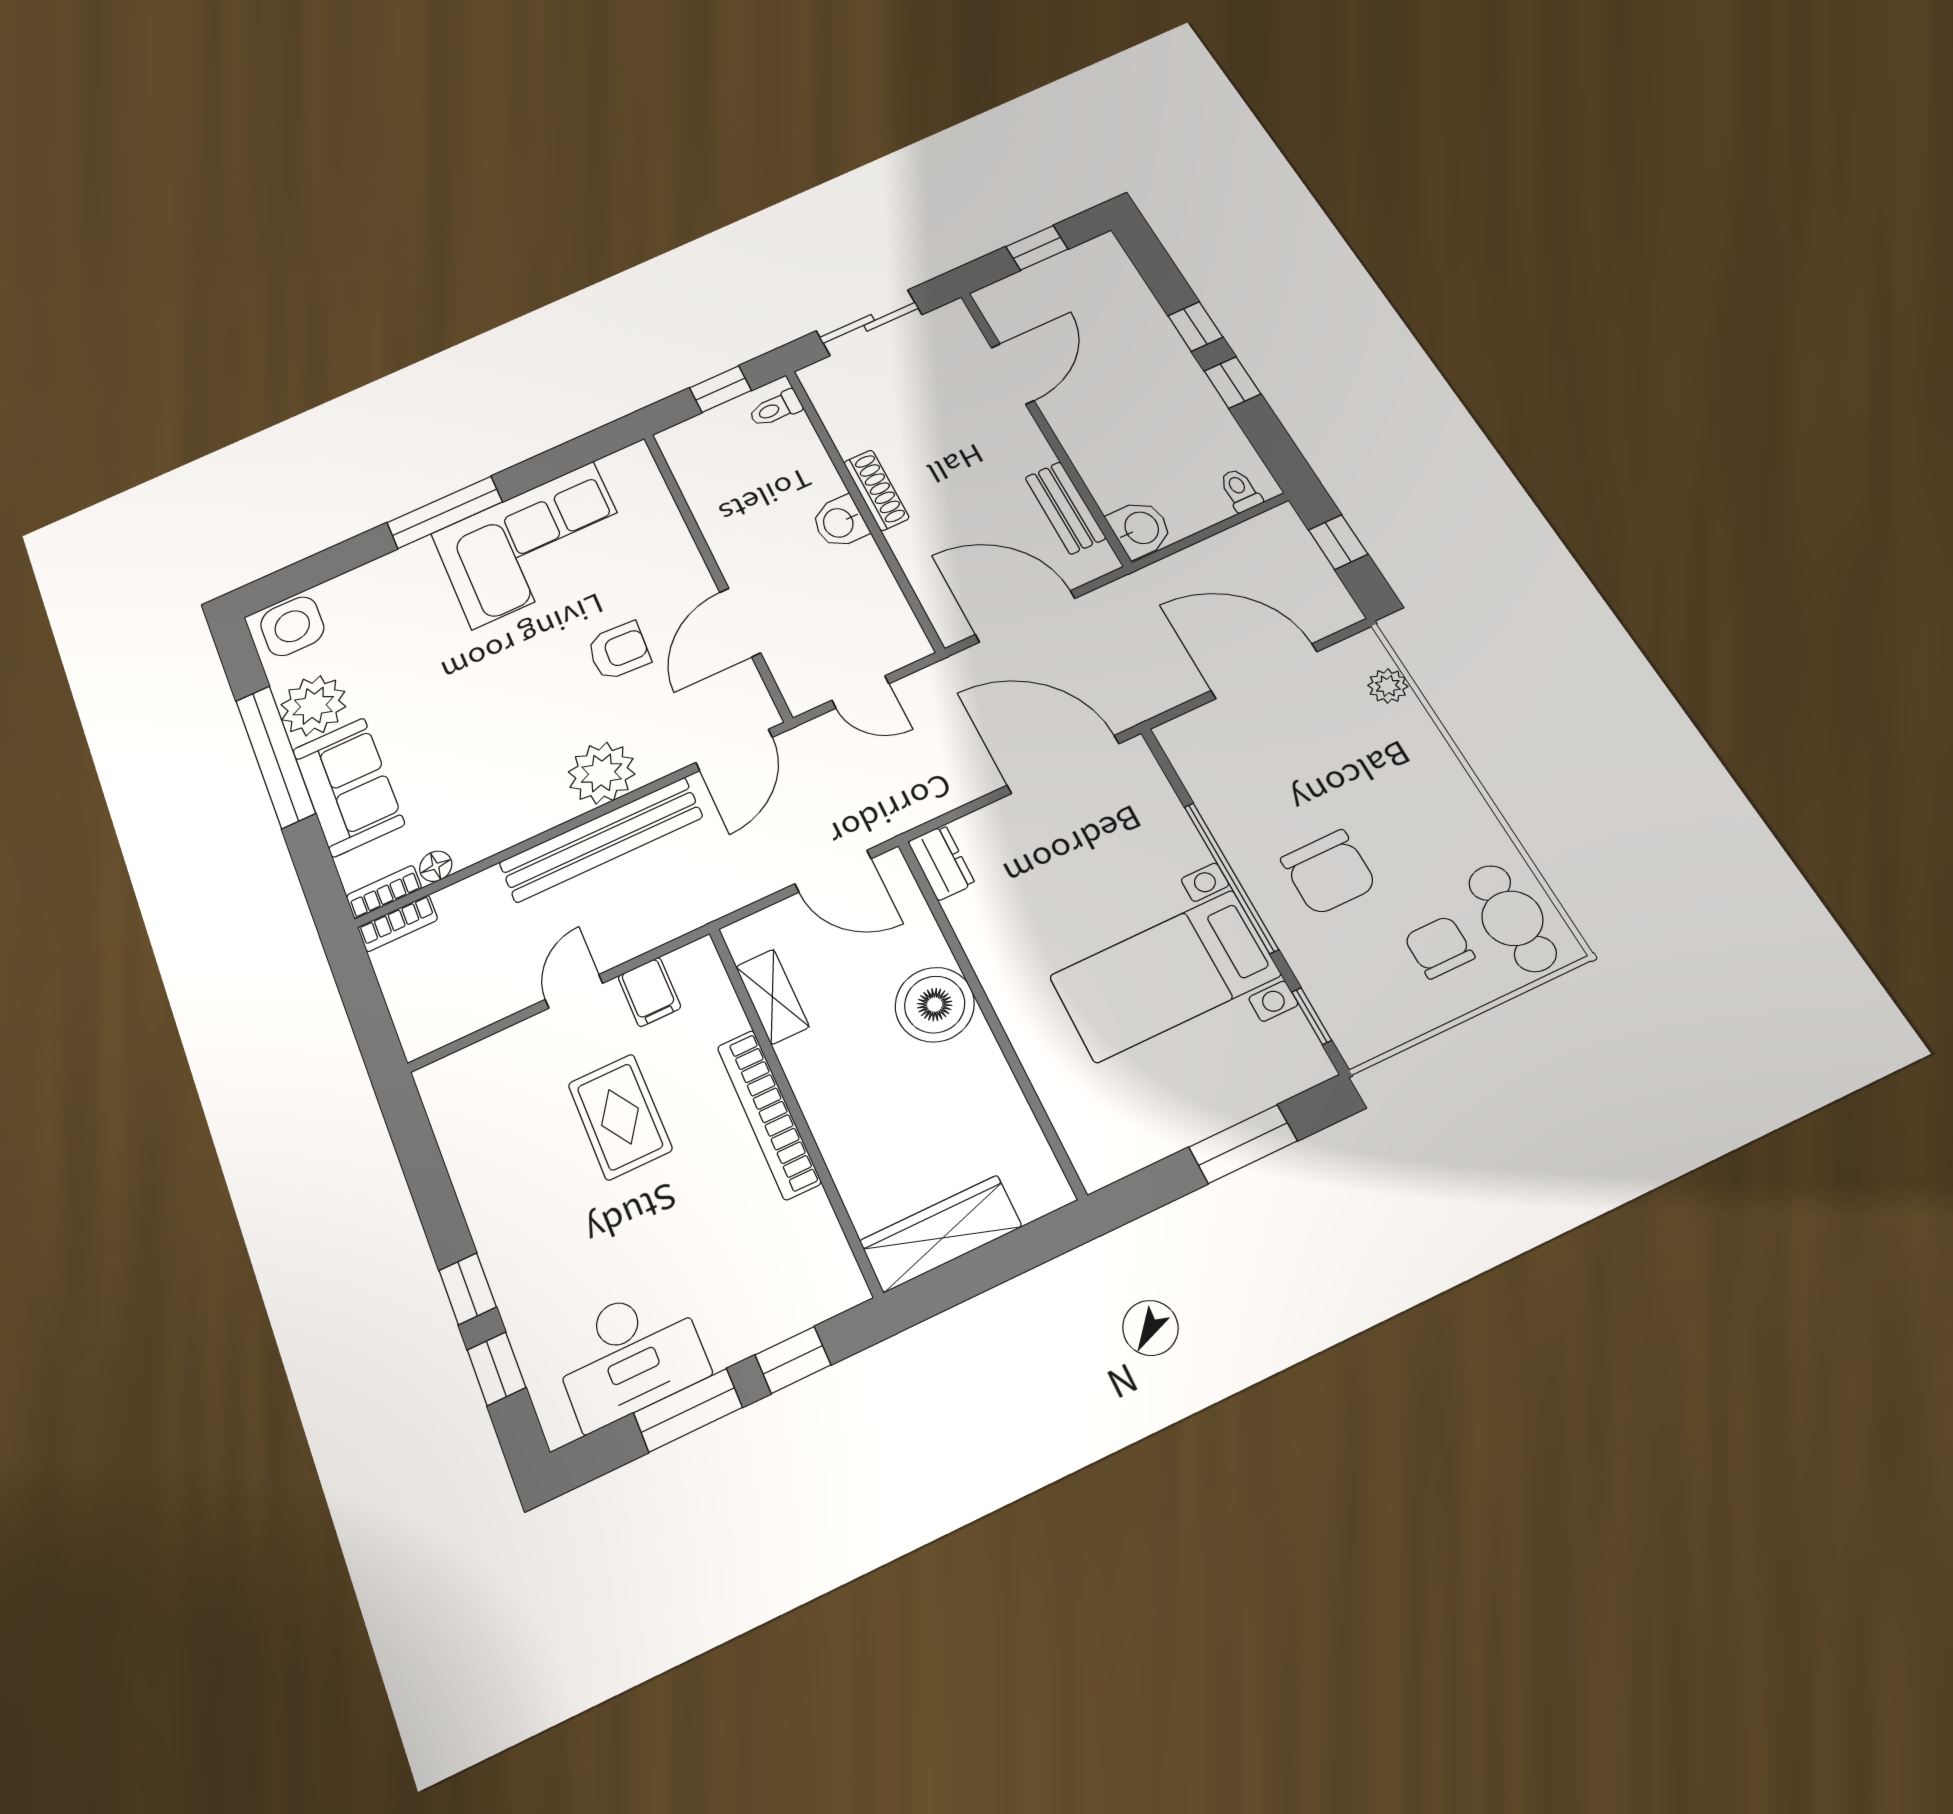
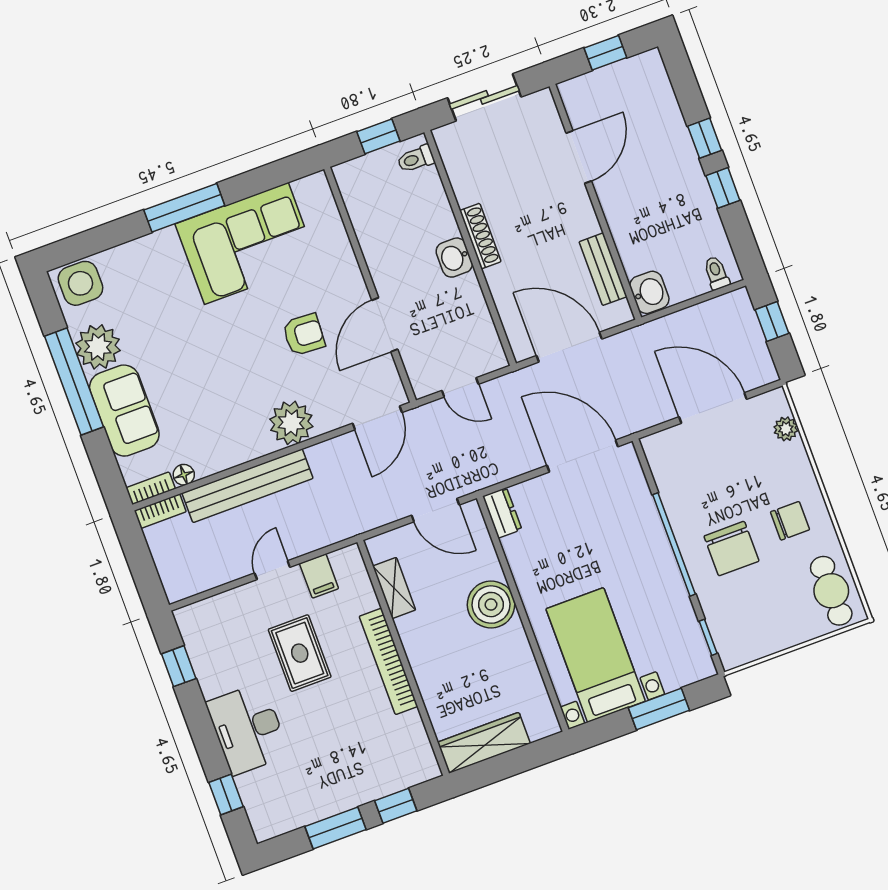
bench: (601, 840) -> (248, 486), moved
chair: (1439, 947) -> (790, 521), moved, turned 90
bed with nightstands: (1165, 976) -> (596, 655), moved, turned 90
window: (468, 1289) -> (179, 666), moved
desk: (629, 1355) -> (248, 729), moved, turned 90

